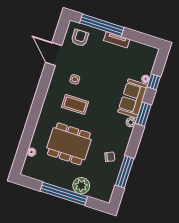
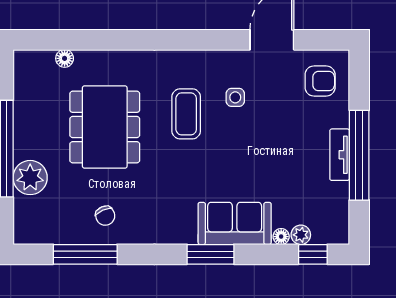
window: (102, 25) -> (359, 155), moved
window: (154, 82) -> (313, 254), moved
plant: (131, 122) -> (301, 235), moved

